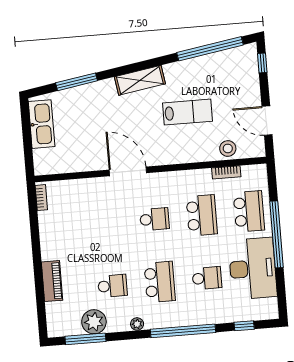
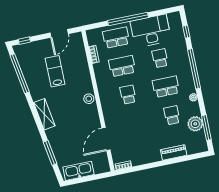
lab bench: (187, 112) -> (55, 71), moved
stool: (228, 149) -> (89, 99), moved
door: (128, 171) -> (106, 139), moved

